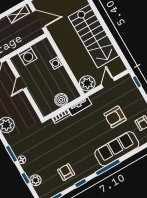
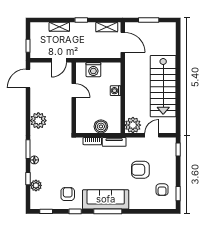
door: (21, 83) -> (74, 91), swing flipped
sofa: (117, 149) -> (106, 199), moved

